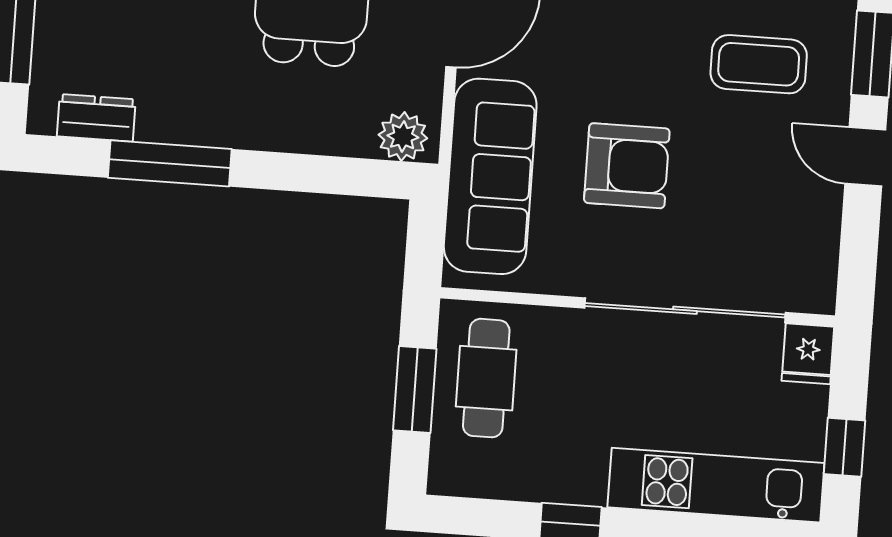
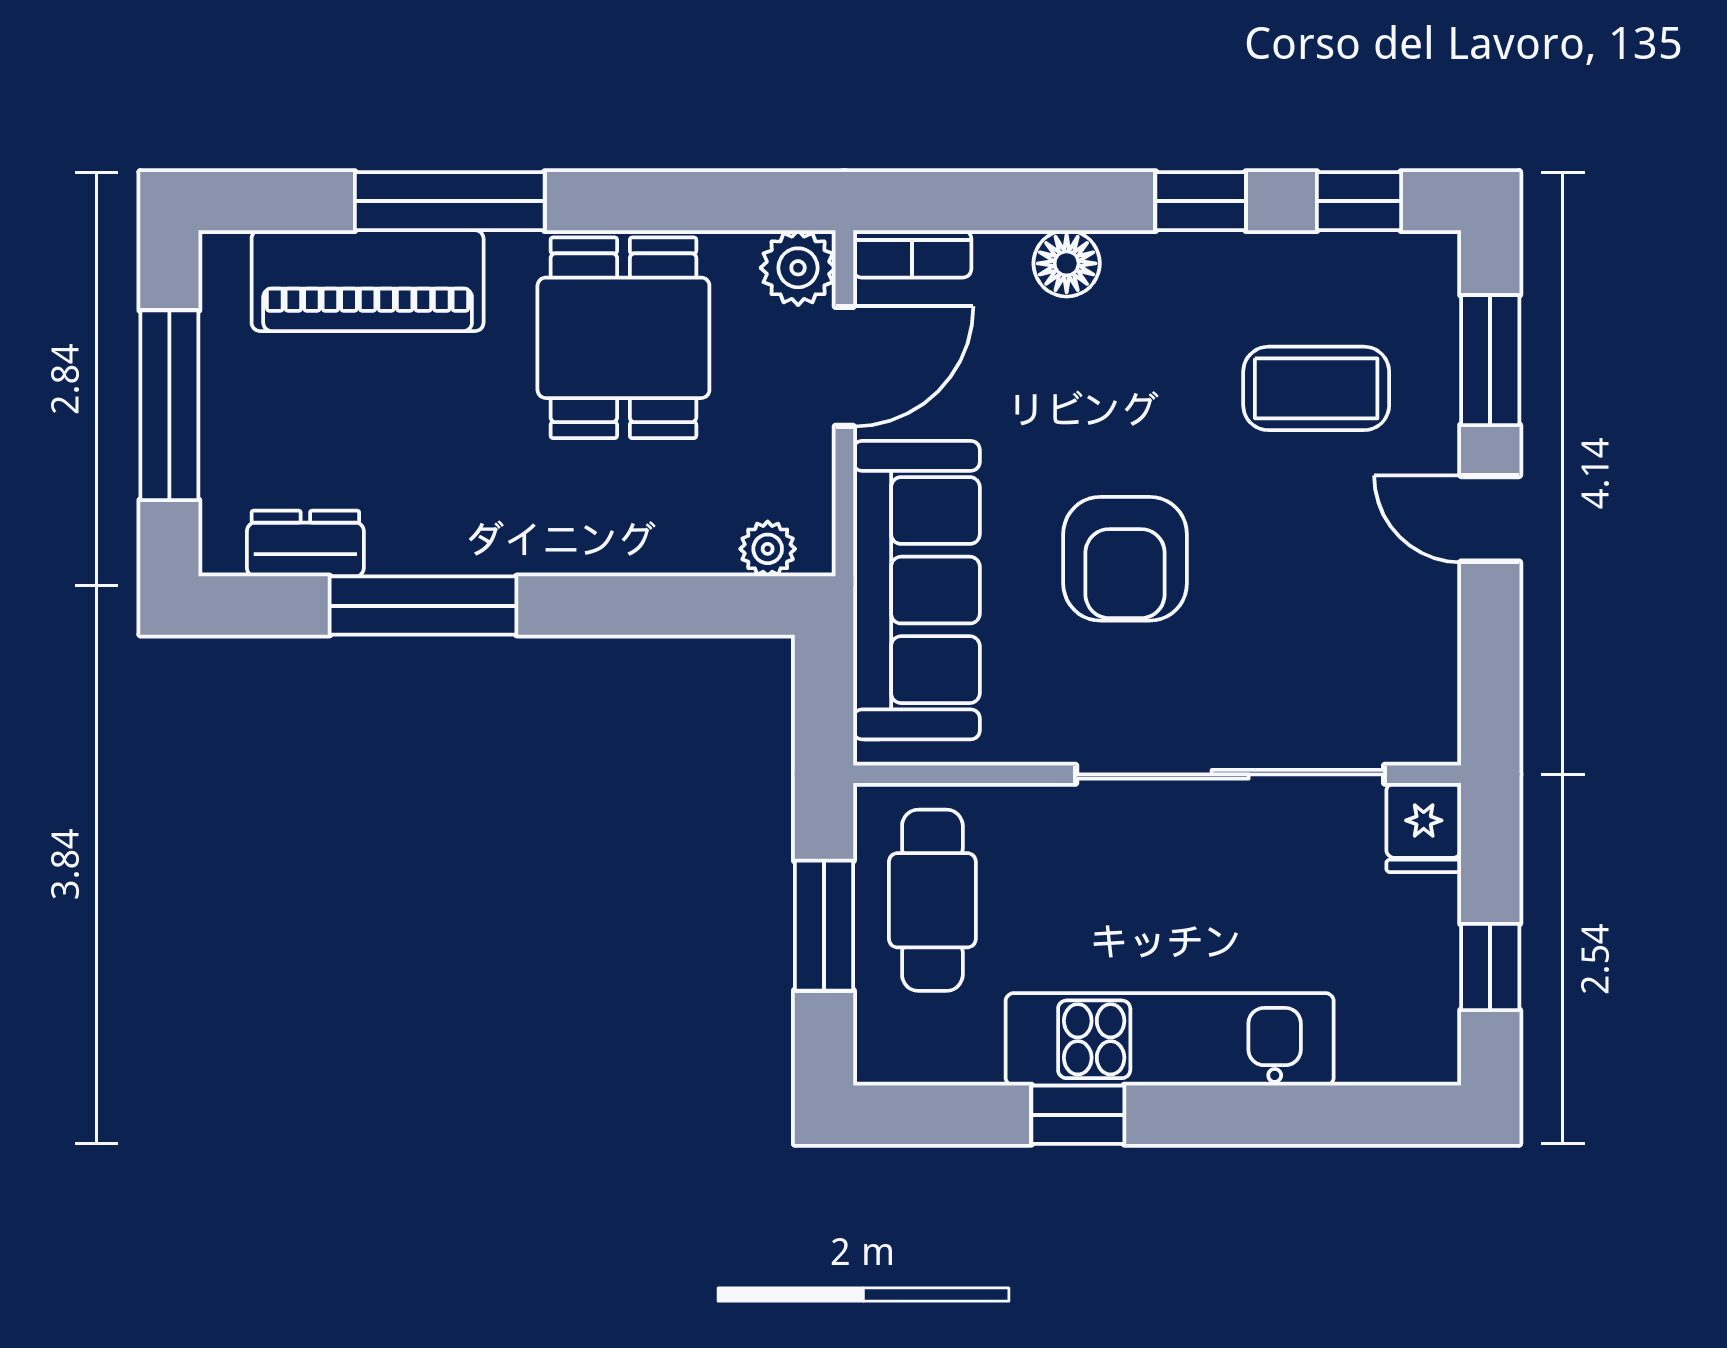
plant: (403, 137) -> (768, 549), width x0.73, depth x0.73
armchair: (627, 166) -> (1125, 559), turned 90
kitchen unit: (716, 485) -> (1170, 1039), moved

